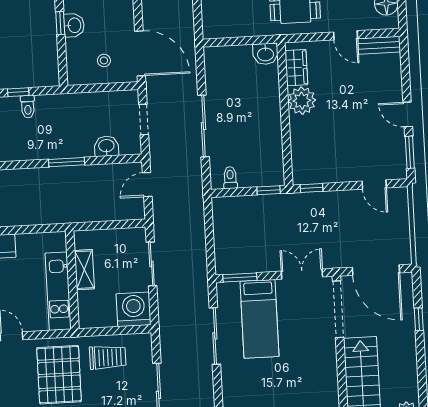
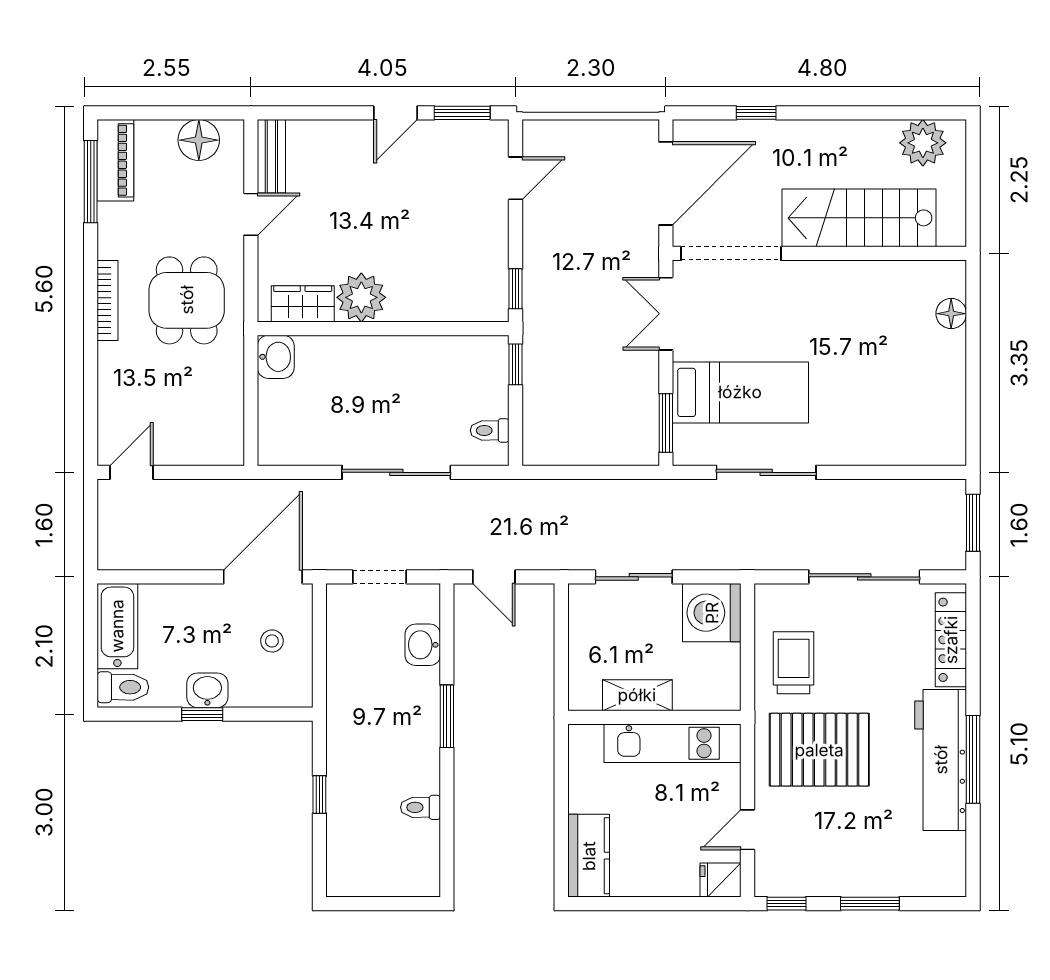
toilet: (28, 107) -> (420, 807), moved, turned 180

